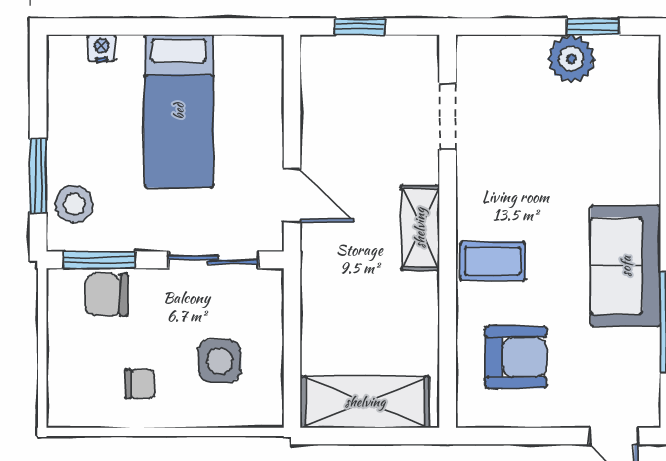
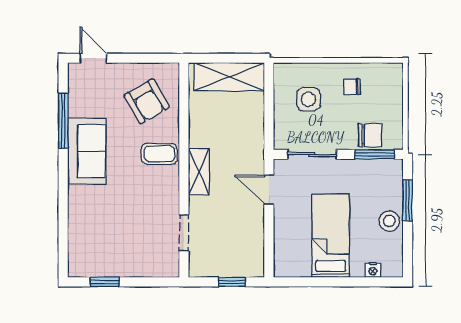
plant: (571, 59) -> (116, 264), removed
stool: (74, 204) -> (389, 221), moved
armchair: (516, 357) -> (147, 101), turned -120

